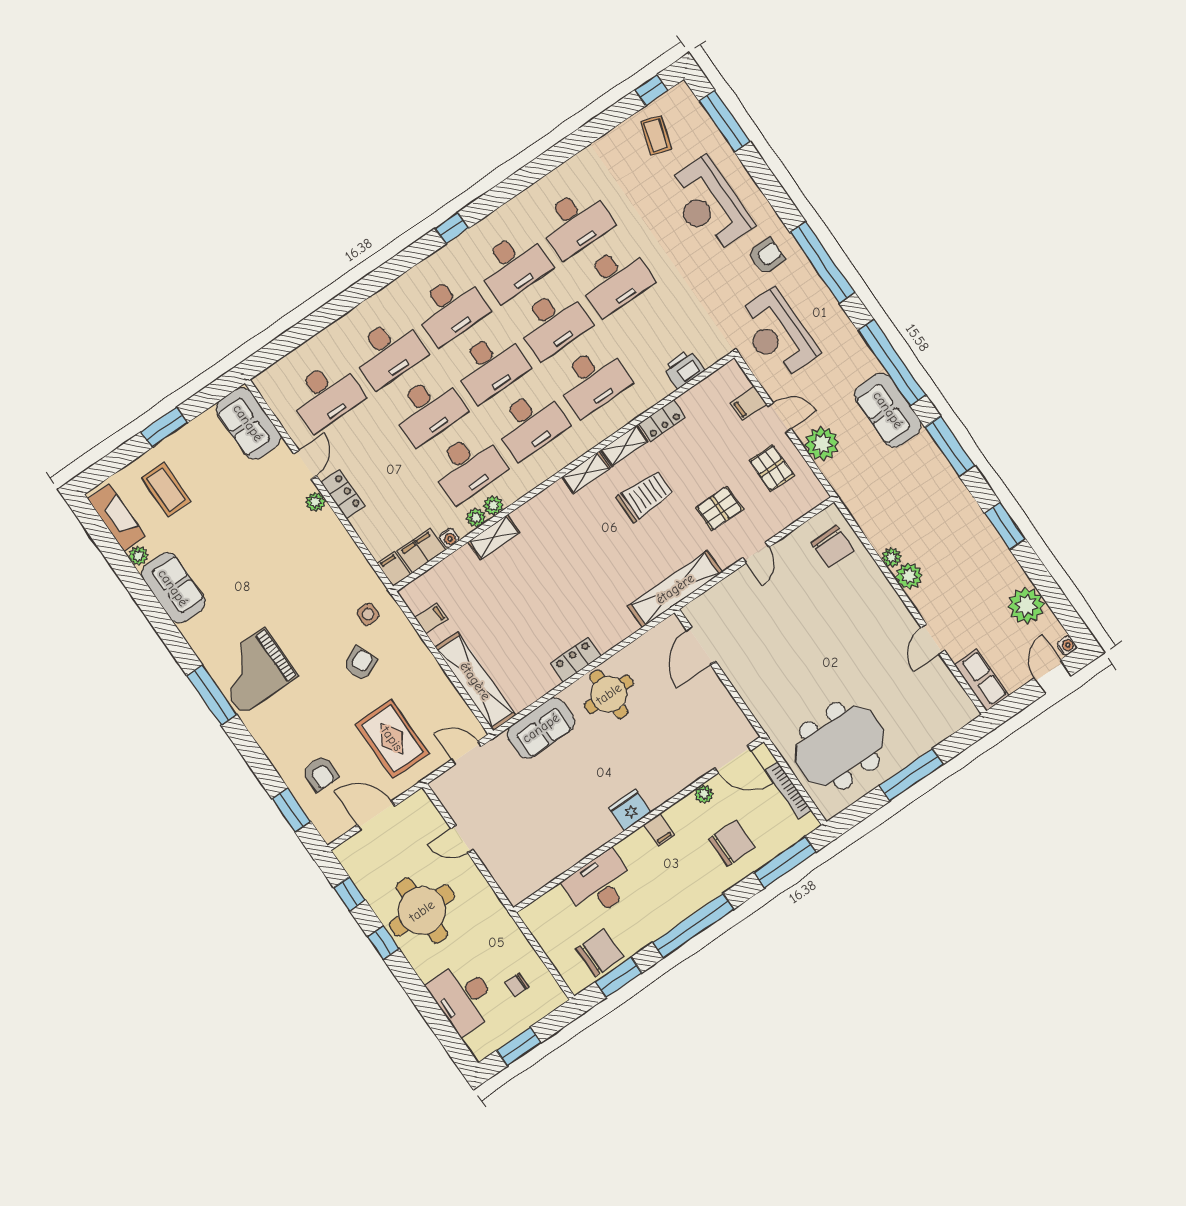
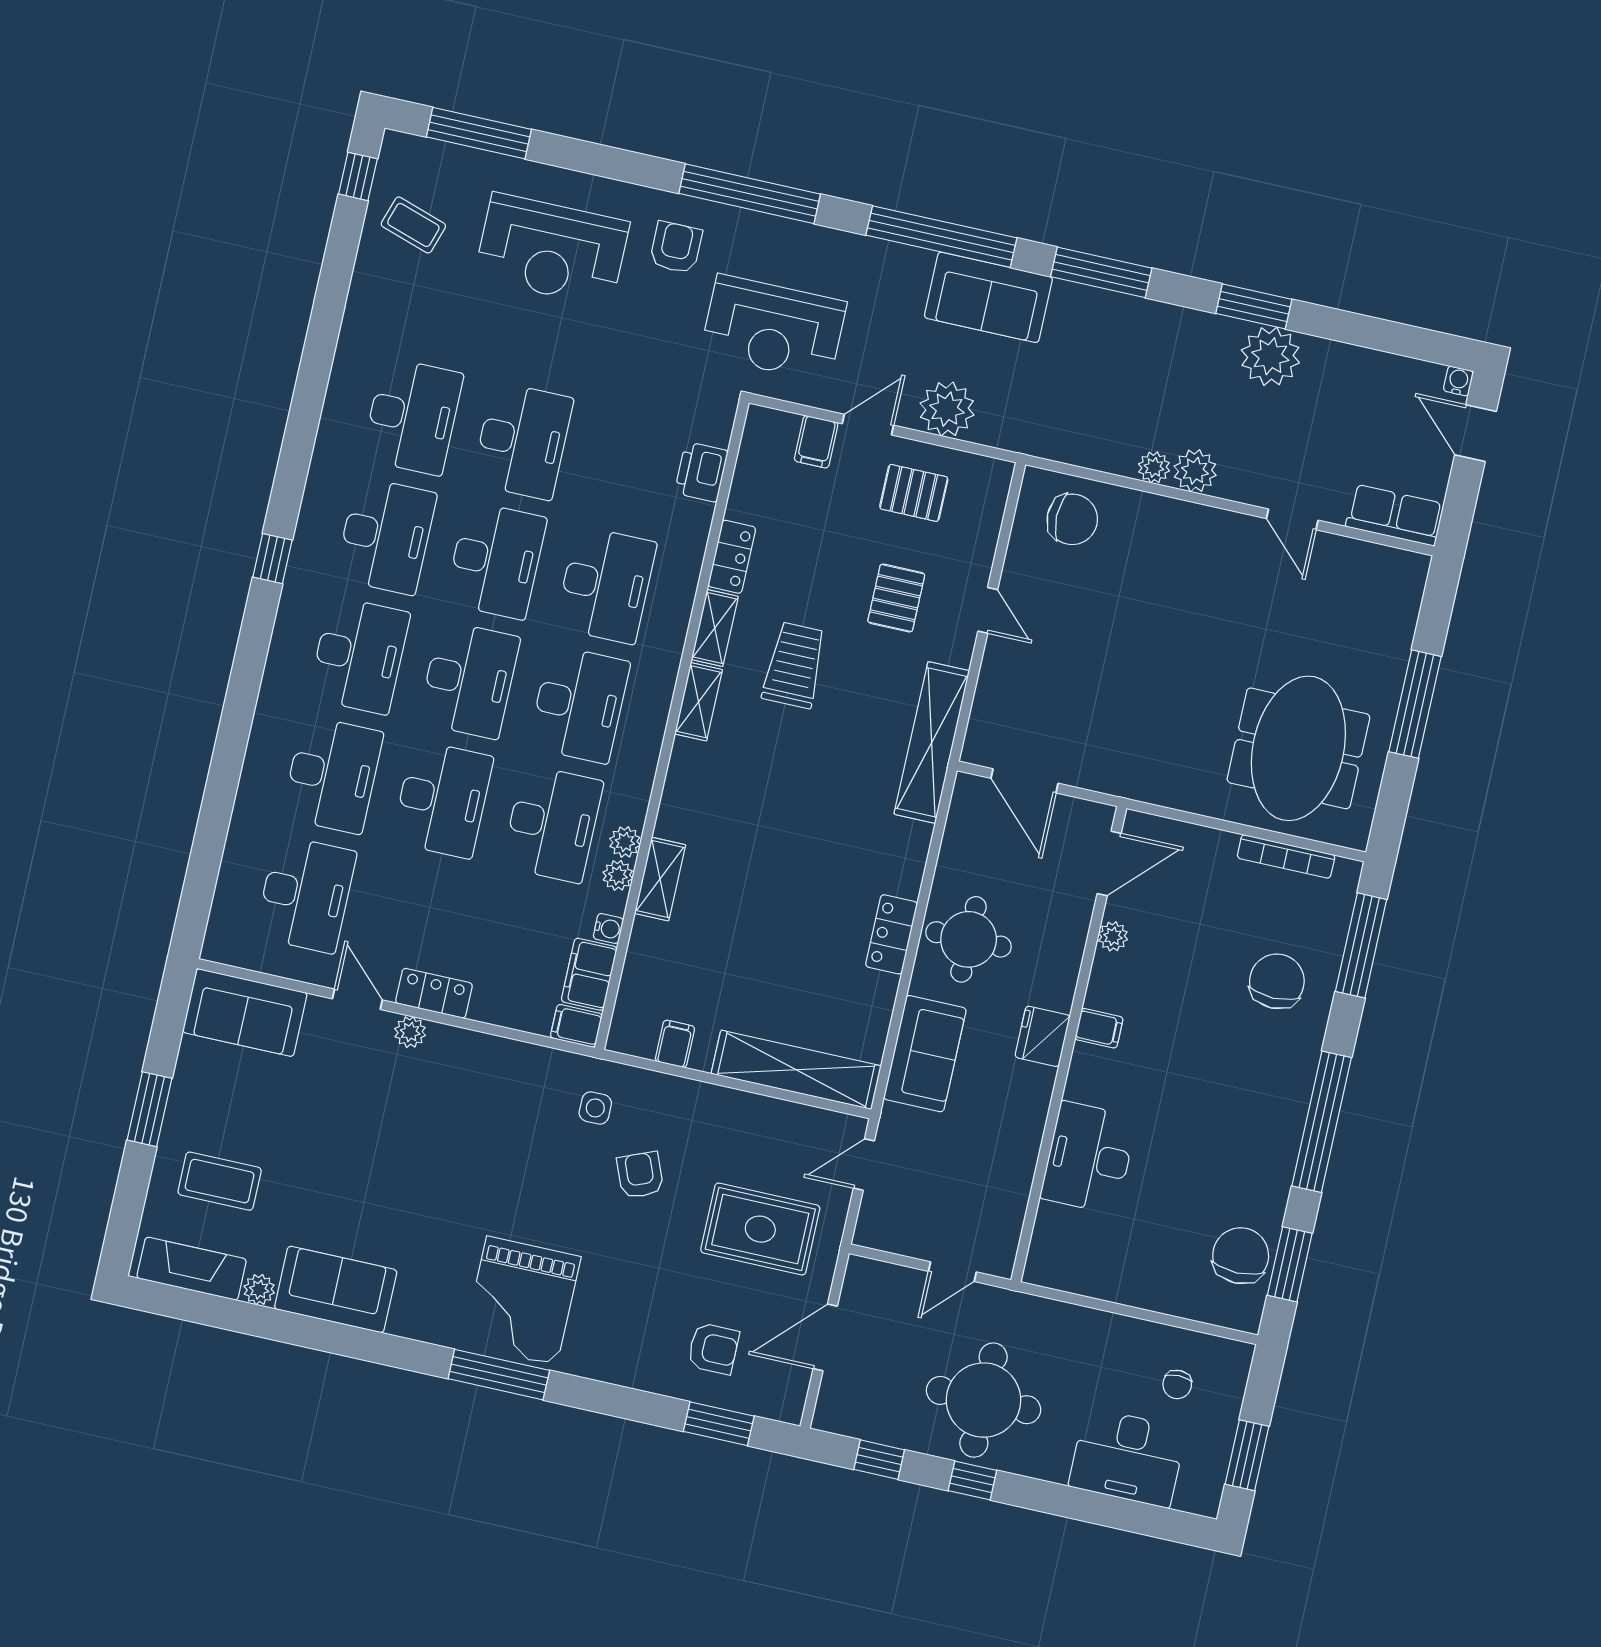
plant: (1026, 606) -> (1270, 356), moved
door: (733, 759) -> (1109, 864), moved
plant: (704, 794) -> (1113, 936), moved
fridge: (630, 810) -> (1043, 1036), moved
wall: (638, 825) -> (1069, 1044), moved
filing cabinet: (659, 830) -> (1099, 1028), moved
desk: (600, 885) -> (1089, 1158), moved

